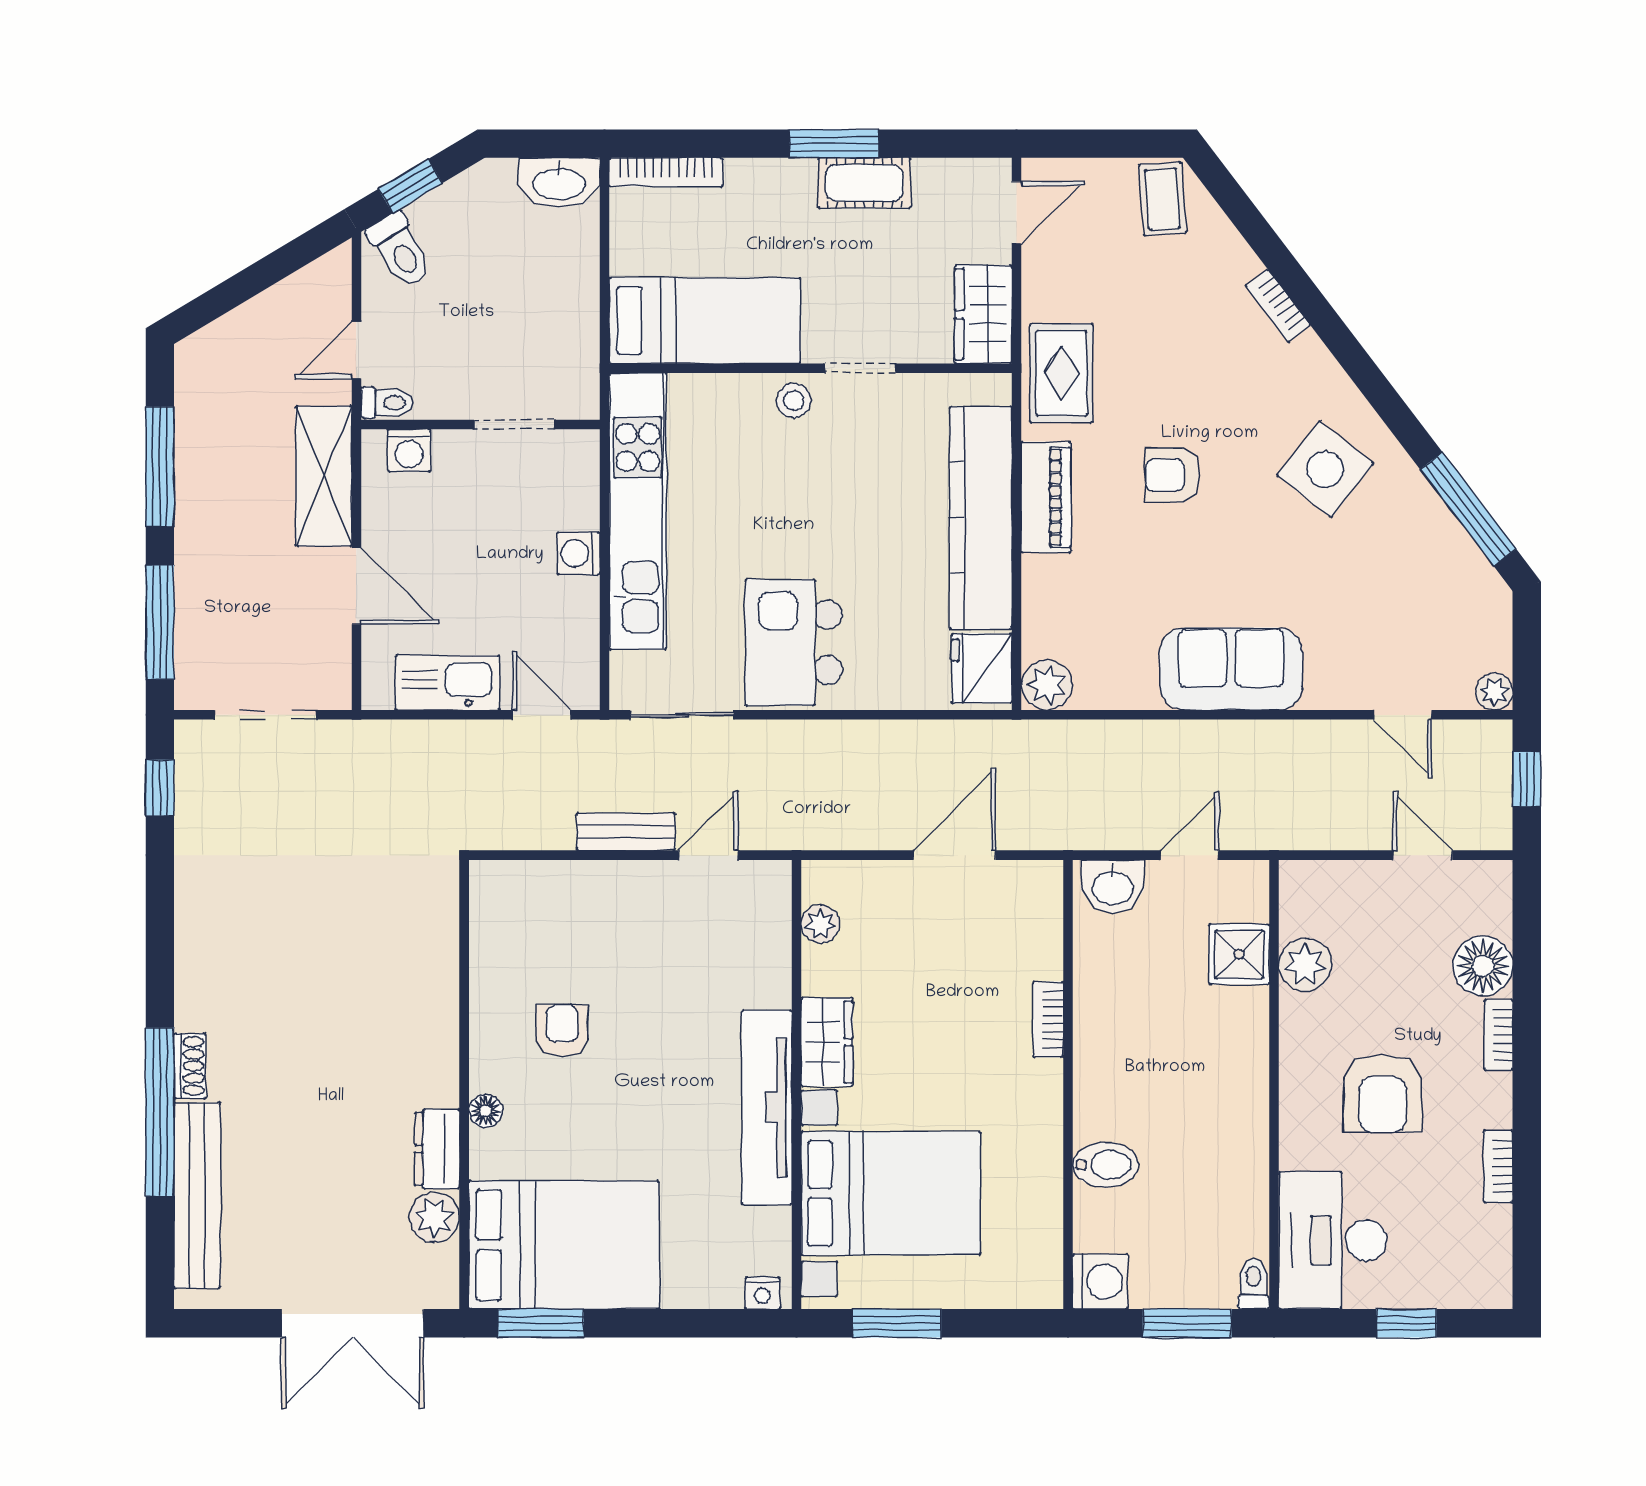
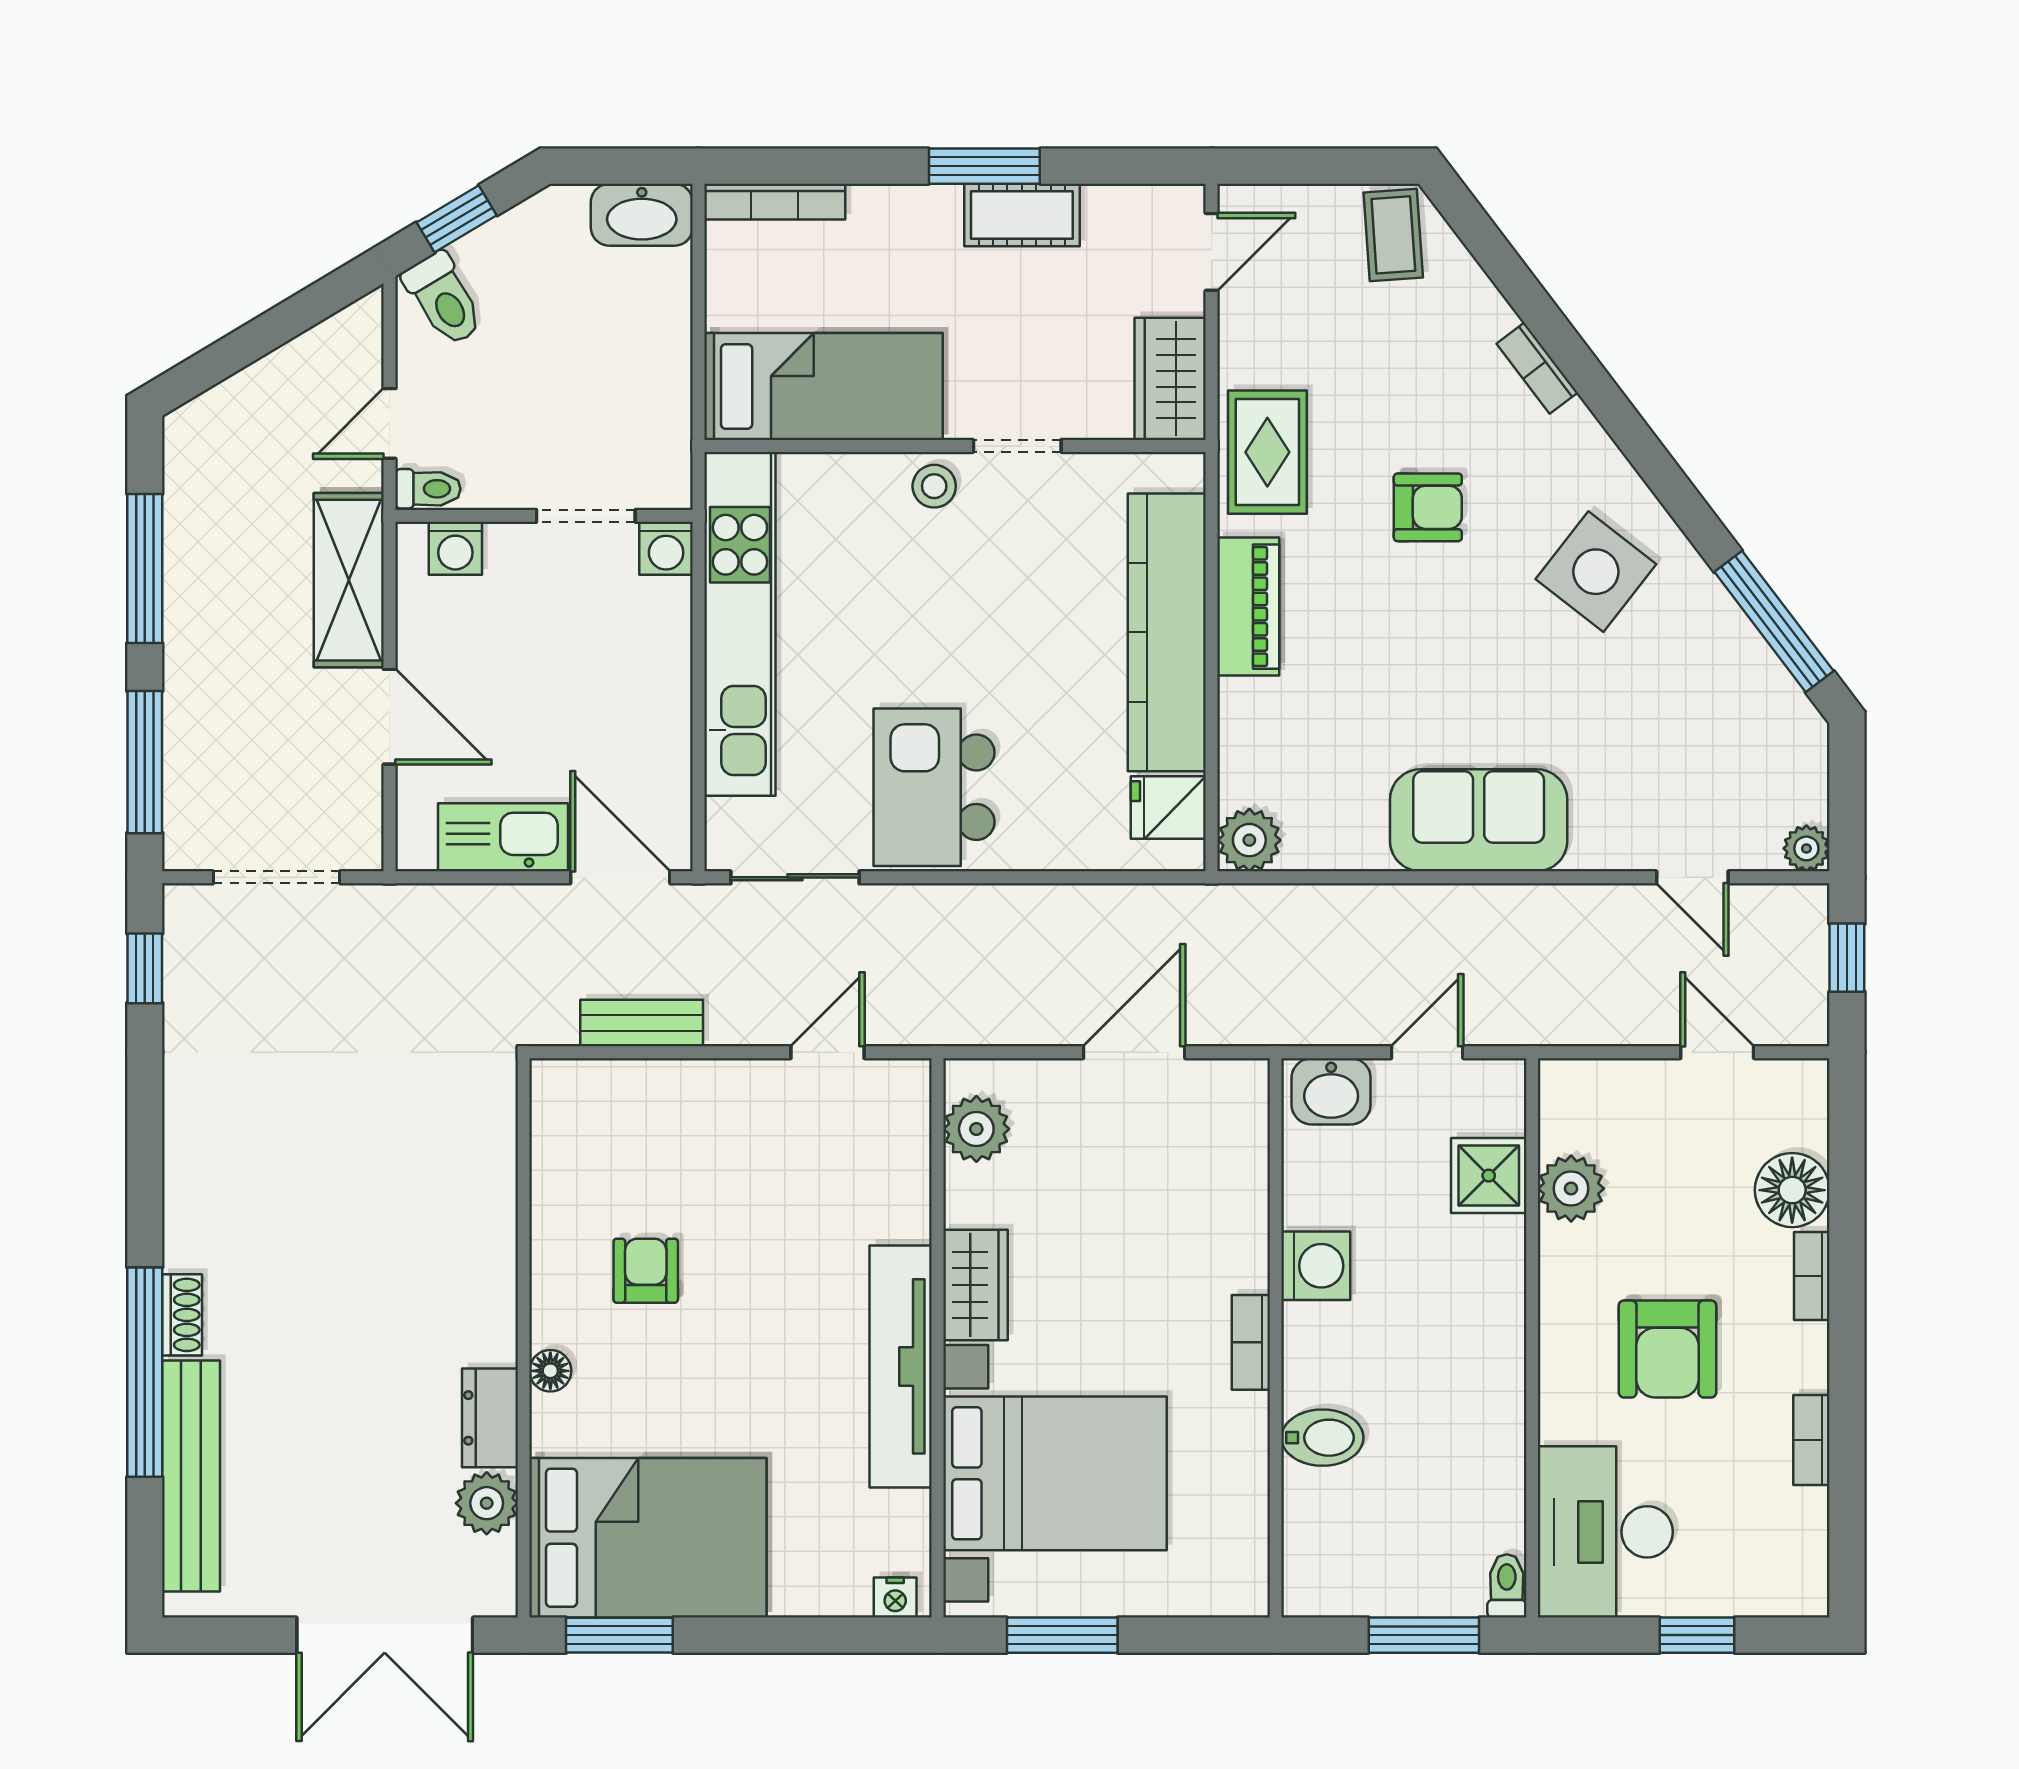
armchair: (1173, 475) -> (1428, 507), moved, turned 180
washing machine: (578, 553) -> (666, 548), moved, turned -90
fridge: (982, 668) -> (1168, 807), width x0.72
door: (542, 715) -> (620, 877), width x1.38
bench: (626, 832) -> (642, 1023), moved
plant: (820, 924) -> (976, 1129), width x1.38, depth x1.38
bookcase: (1048, 1019) -> (1251, 1342), moved
washing machine: (1100, 1282) -> (1316, 1266), moved

